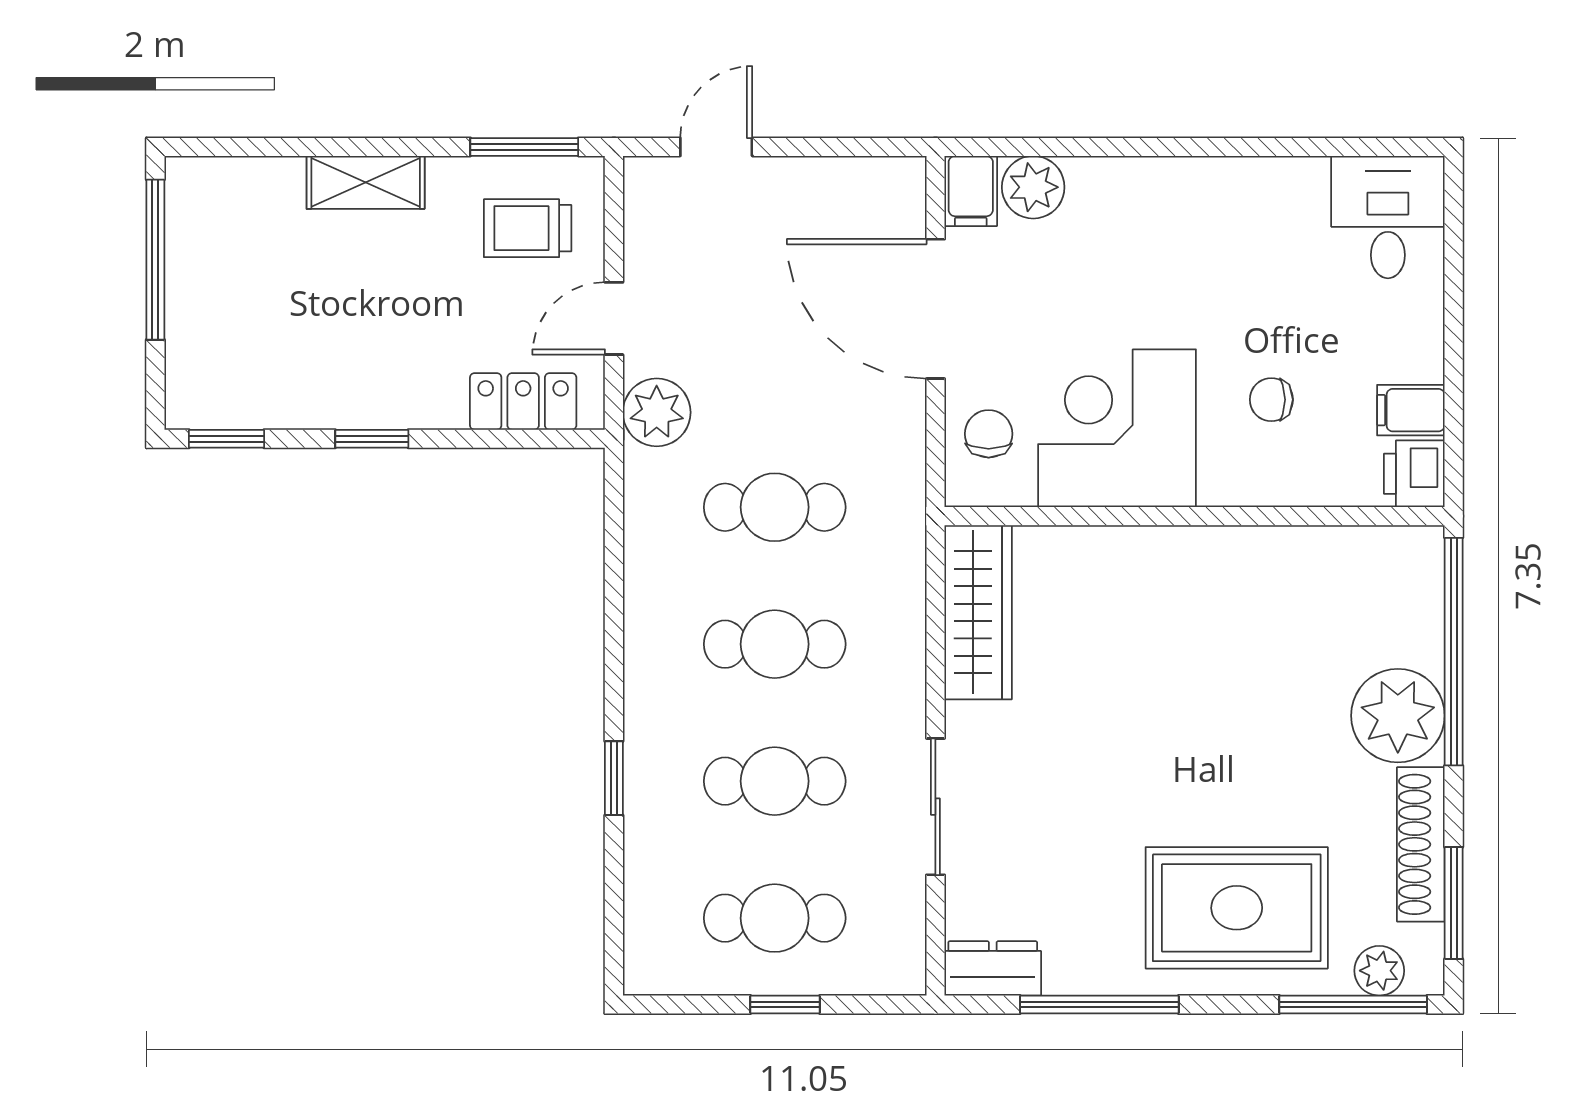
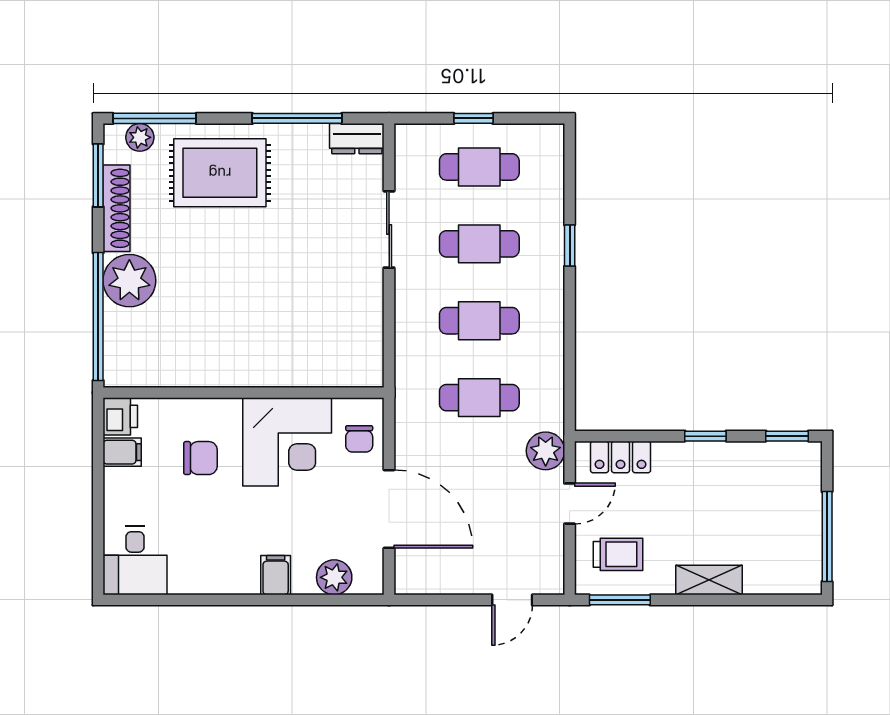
filing cabinet: (971, 191) -> (276, 575), moved
chair: (1271, 400) -> (200, 458), width x1.37, depth x1.37
wardrobe: (978, 612) -> (365, 339), removed

